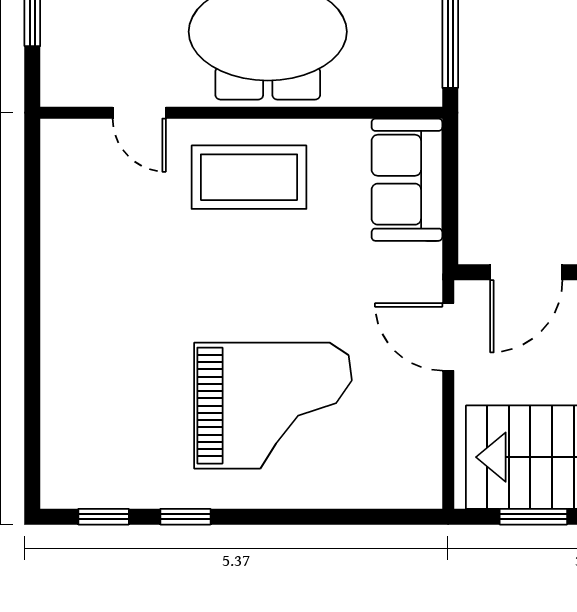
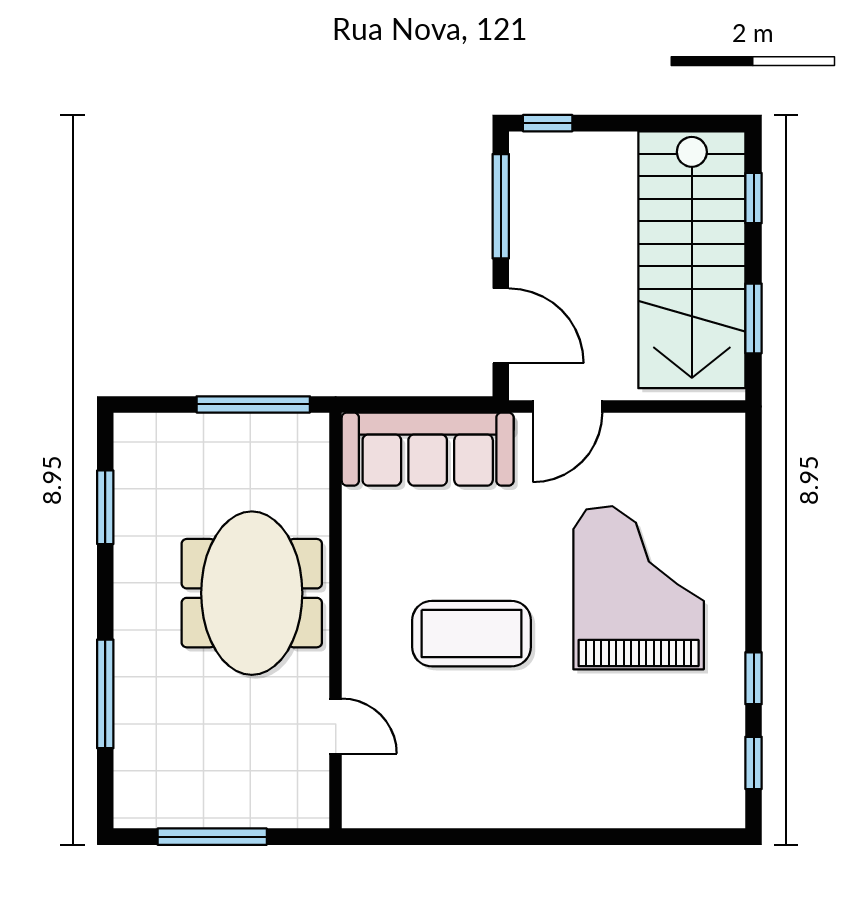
door: (139, 113) -> (336, 726), hinge flipped
coffee table: (249, 177) -> (472, 634), moved, turned 90
sofa: (407, 180) -> (428, 449), width x1.36

